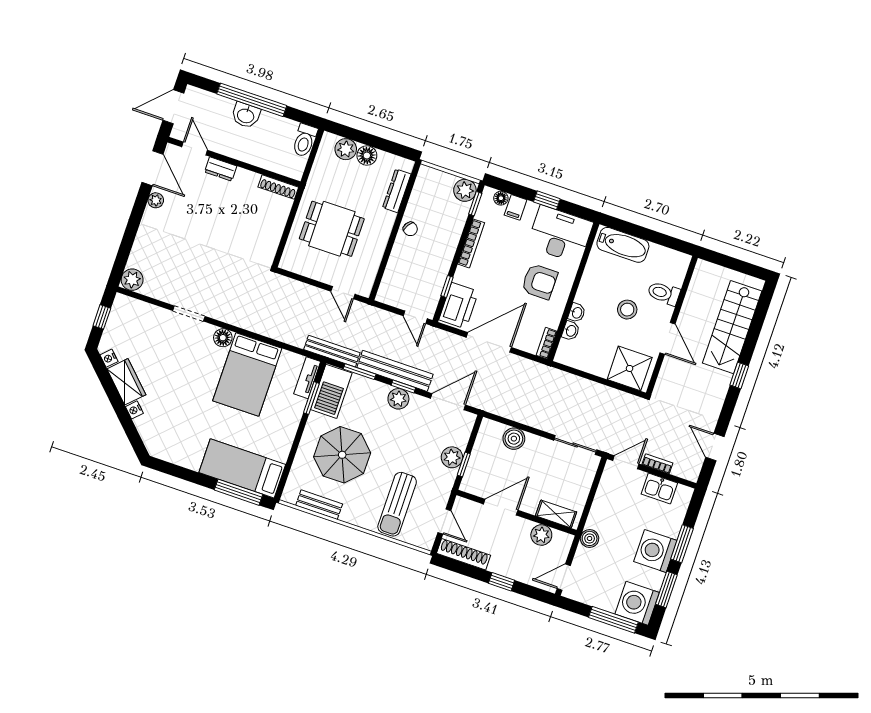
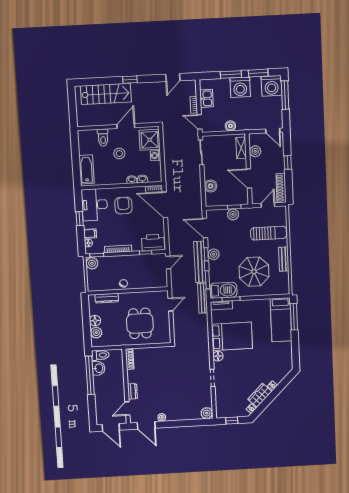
window: (252, 100) -> (90, 375), moved
washbasin: (246, 115) -> (99, 368), moved
door: (152, 168) -> (146, 425), swing flipped
door: (489, 342) -> (165, 205), moved
washing machine: (600, 368) -> (156, 156), added
bench: (319, 505) -> (284, 259), moved
boiler: (590, 538) -> (230, 126), moved

